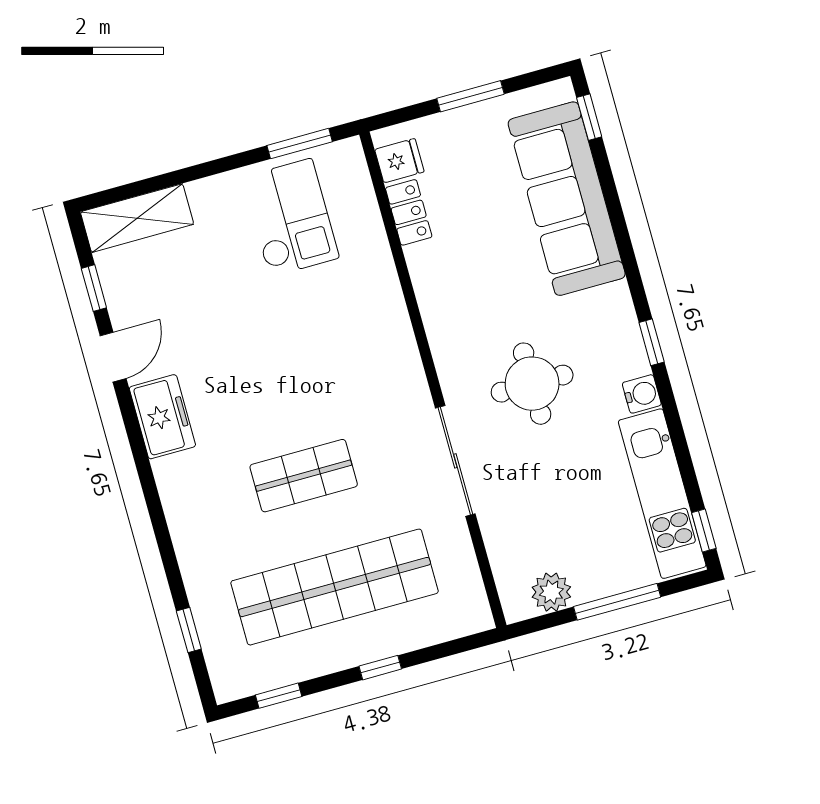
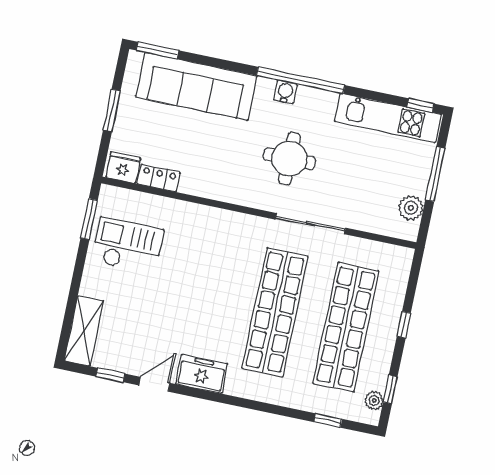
window: (589, 117) -> (158, 50), width x1.50
fridge: (399, 161) -> (123, 168), width x1.38
window: (652, 342) -> (301, 80), width x3.17
door: (113, 357) -> (154, 384), hinge flipped
water cooler: (642, 394) -> (285, 92), moved
shop shelf: (304, 476) -> (275, 312), width x2.00, depth x1.36
plant: (251, 681) -> (374, 400), added

